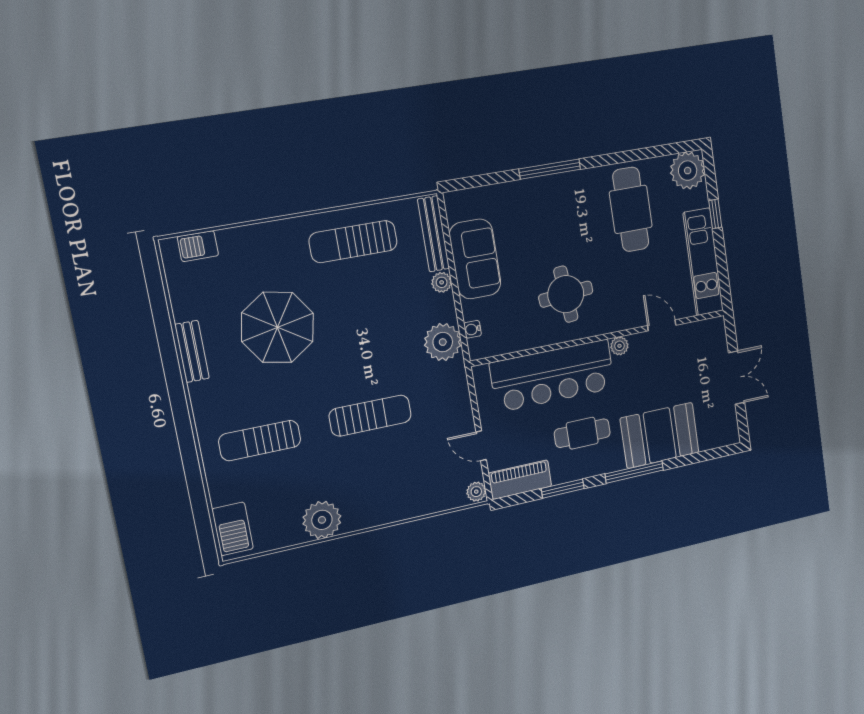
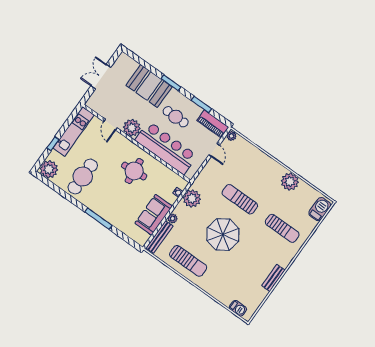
parasol: (278, 327) -> (223, 235), moved
plant: (619, 346) -> (132, 128), width x1.88, depth x1.88
window: (634, 472) -> (171, 83), width x0.69

